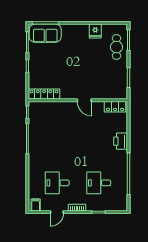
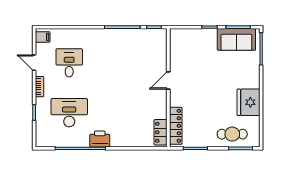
fridge: (95, 31) -> (248, 102), width x1.88, depth x1.34
sofa: (45, 33) -> (236, 39), moved, turned -90
locker: (44, 94) -> (176, 126), moved
door: (84, 100) -> (168, 80), moved
printer: (121, 141) -> (100, 139), moved
desk: (99, 183) -> (69, 113), width x1.37

